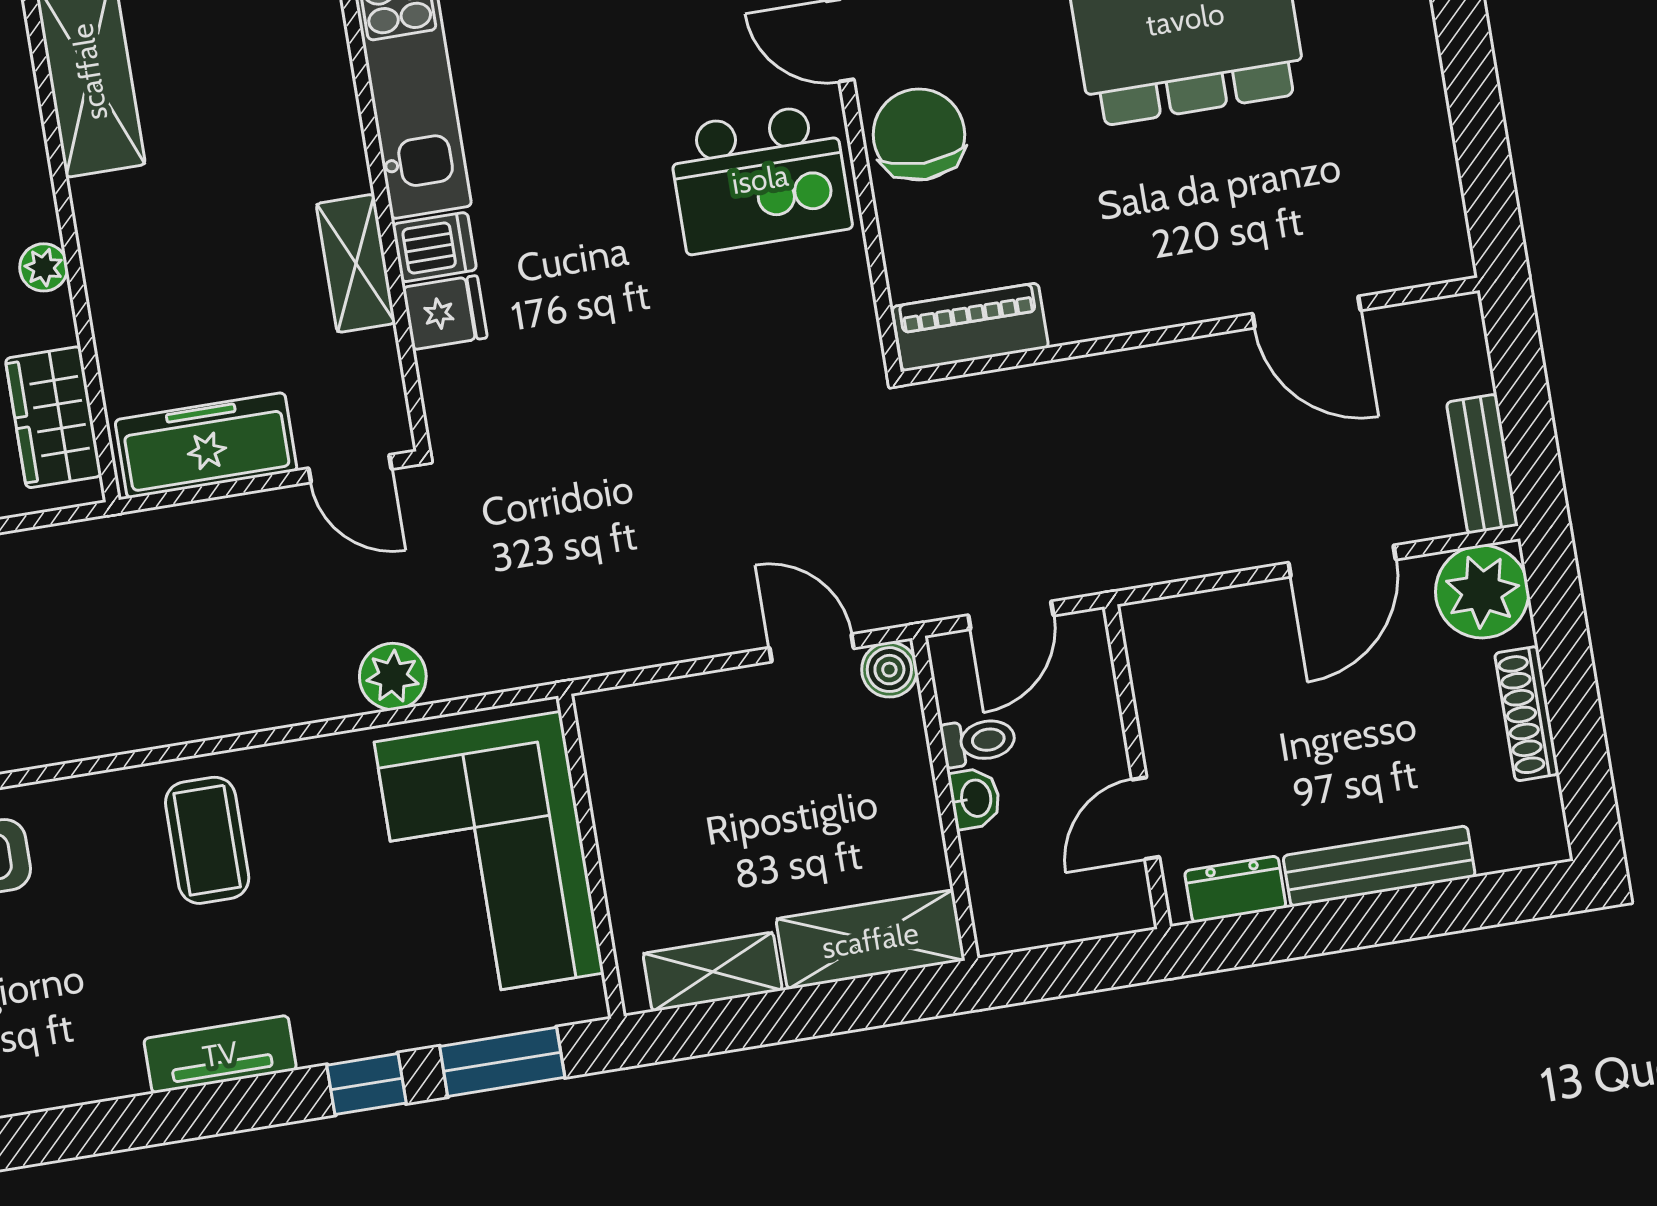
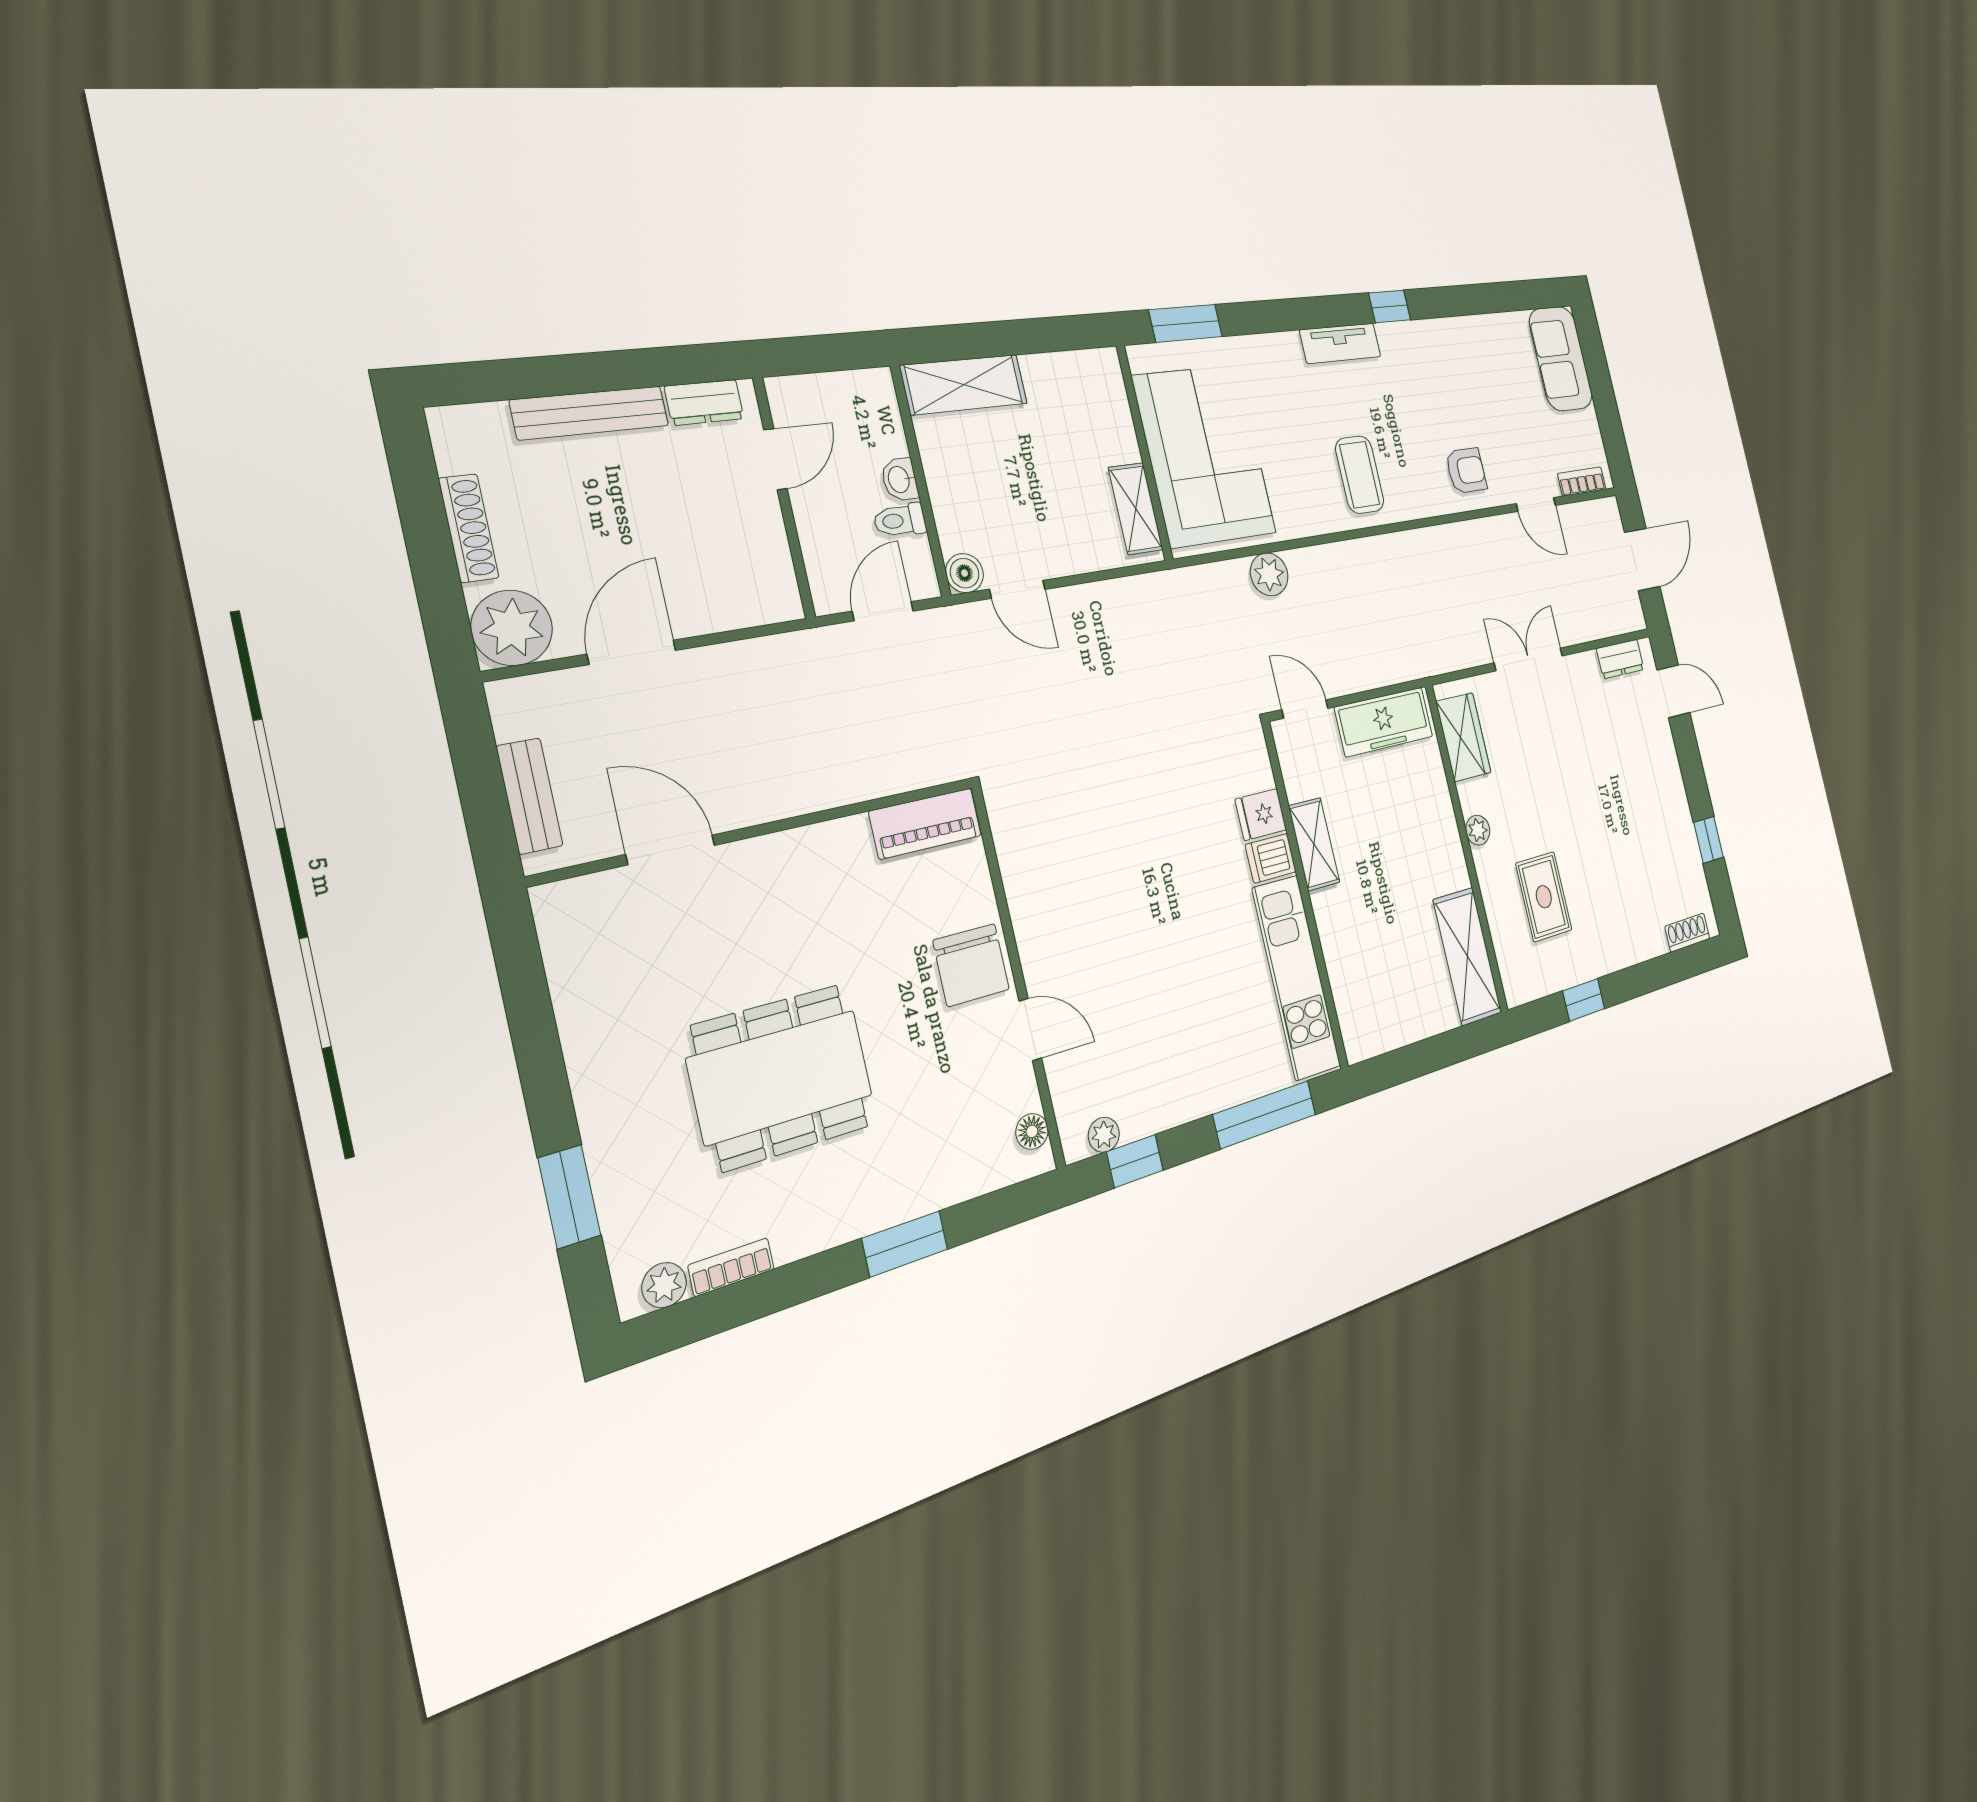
kitchen island: (760, 179) -> (1076, 922), removed
bench: (1482, 464) -> (529, 796), moved
shelving: (713, 972) -> (1136, 509), moved, turned 90
window: (366, 1084) -> (1390, 306), moved

